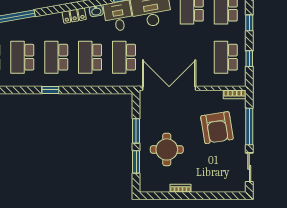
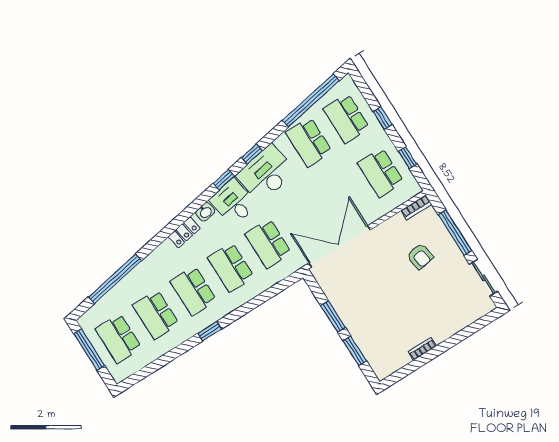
armchair: (217, 128) -> (420, 256), width x0.53, depth x0.53
round table: (167, 149) -> (380, 316), removed

